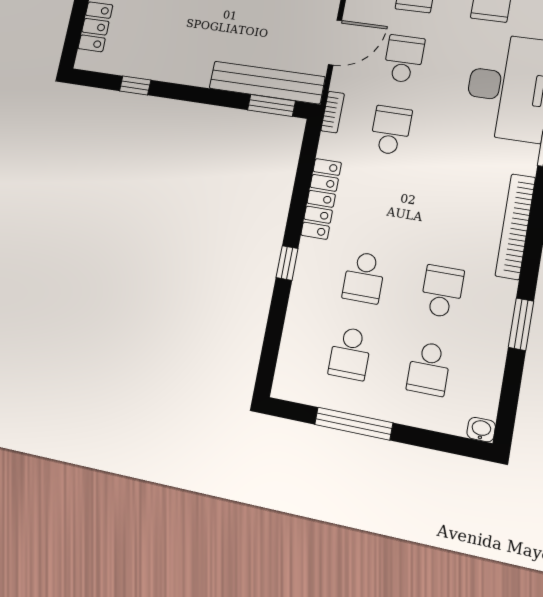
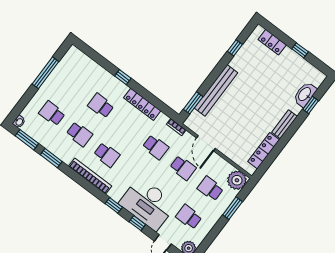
bench: (267, 83) -> (216, 90), moved
school desk: (350, 353) -> (107, 155), moved, turned 180
window: (510, 394) -> (27, 140), added

